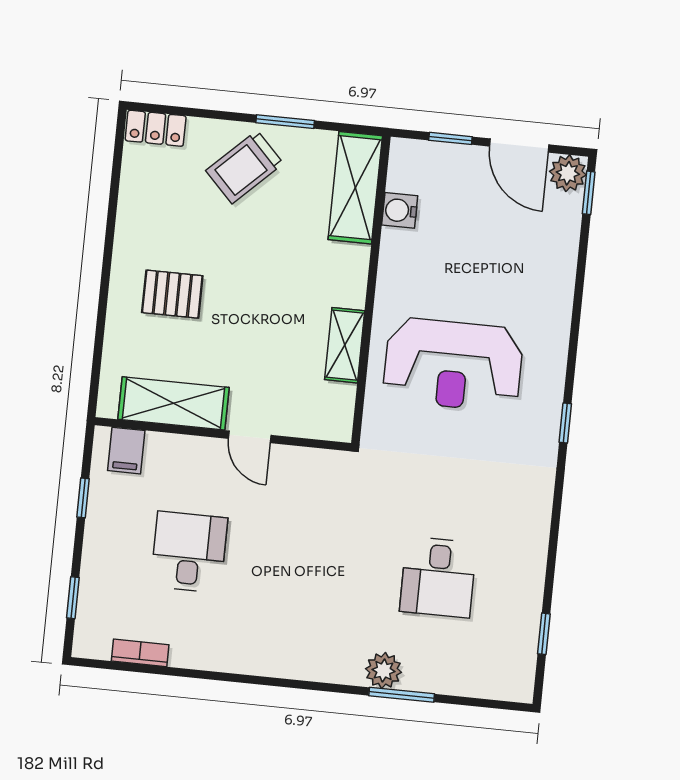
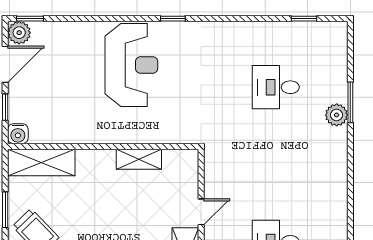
water cooler: (400, 210) -> (18, 134), moved
reception desk: (453, 365) -> (131, 65), moved
desk: (438, 577) -> (276, 87), turned 180

